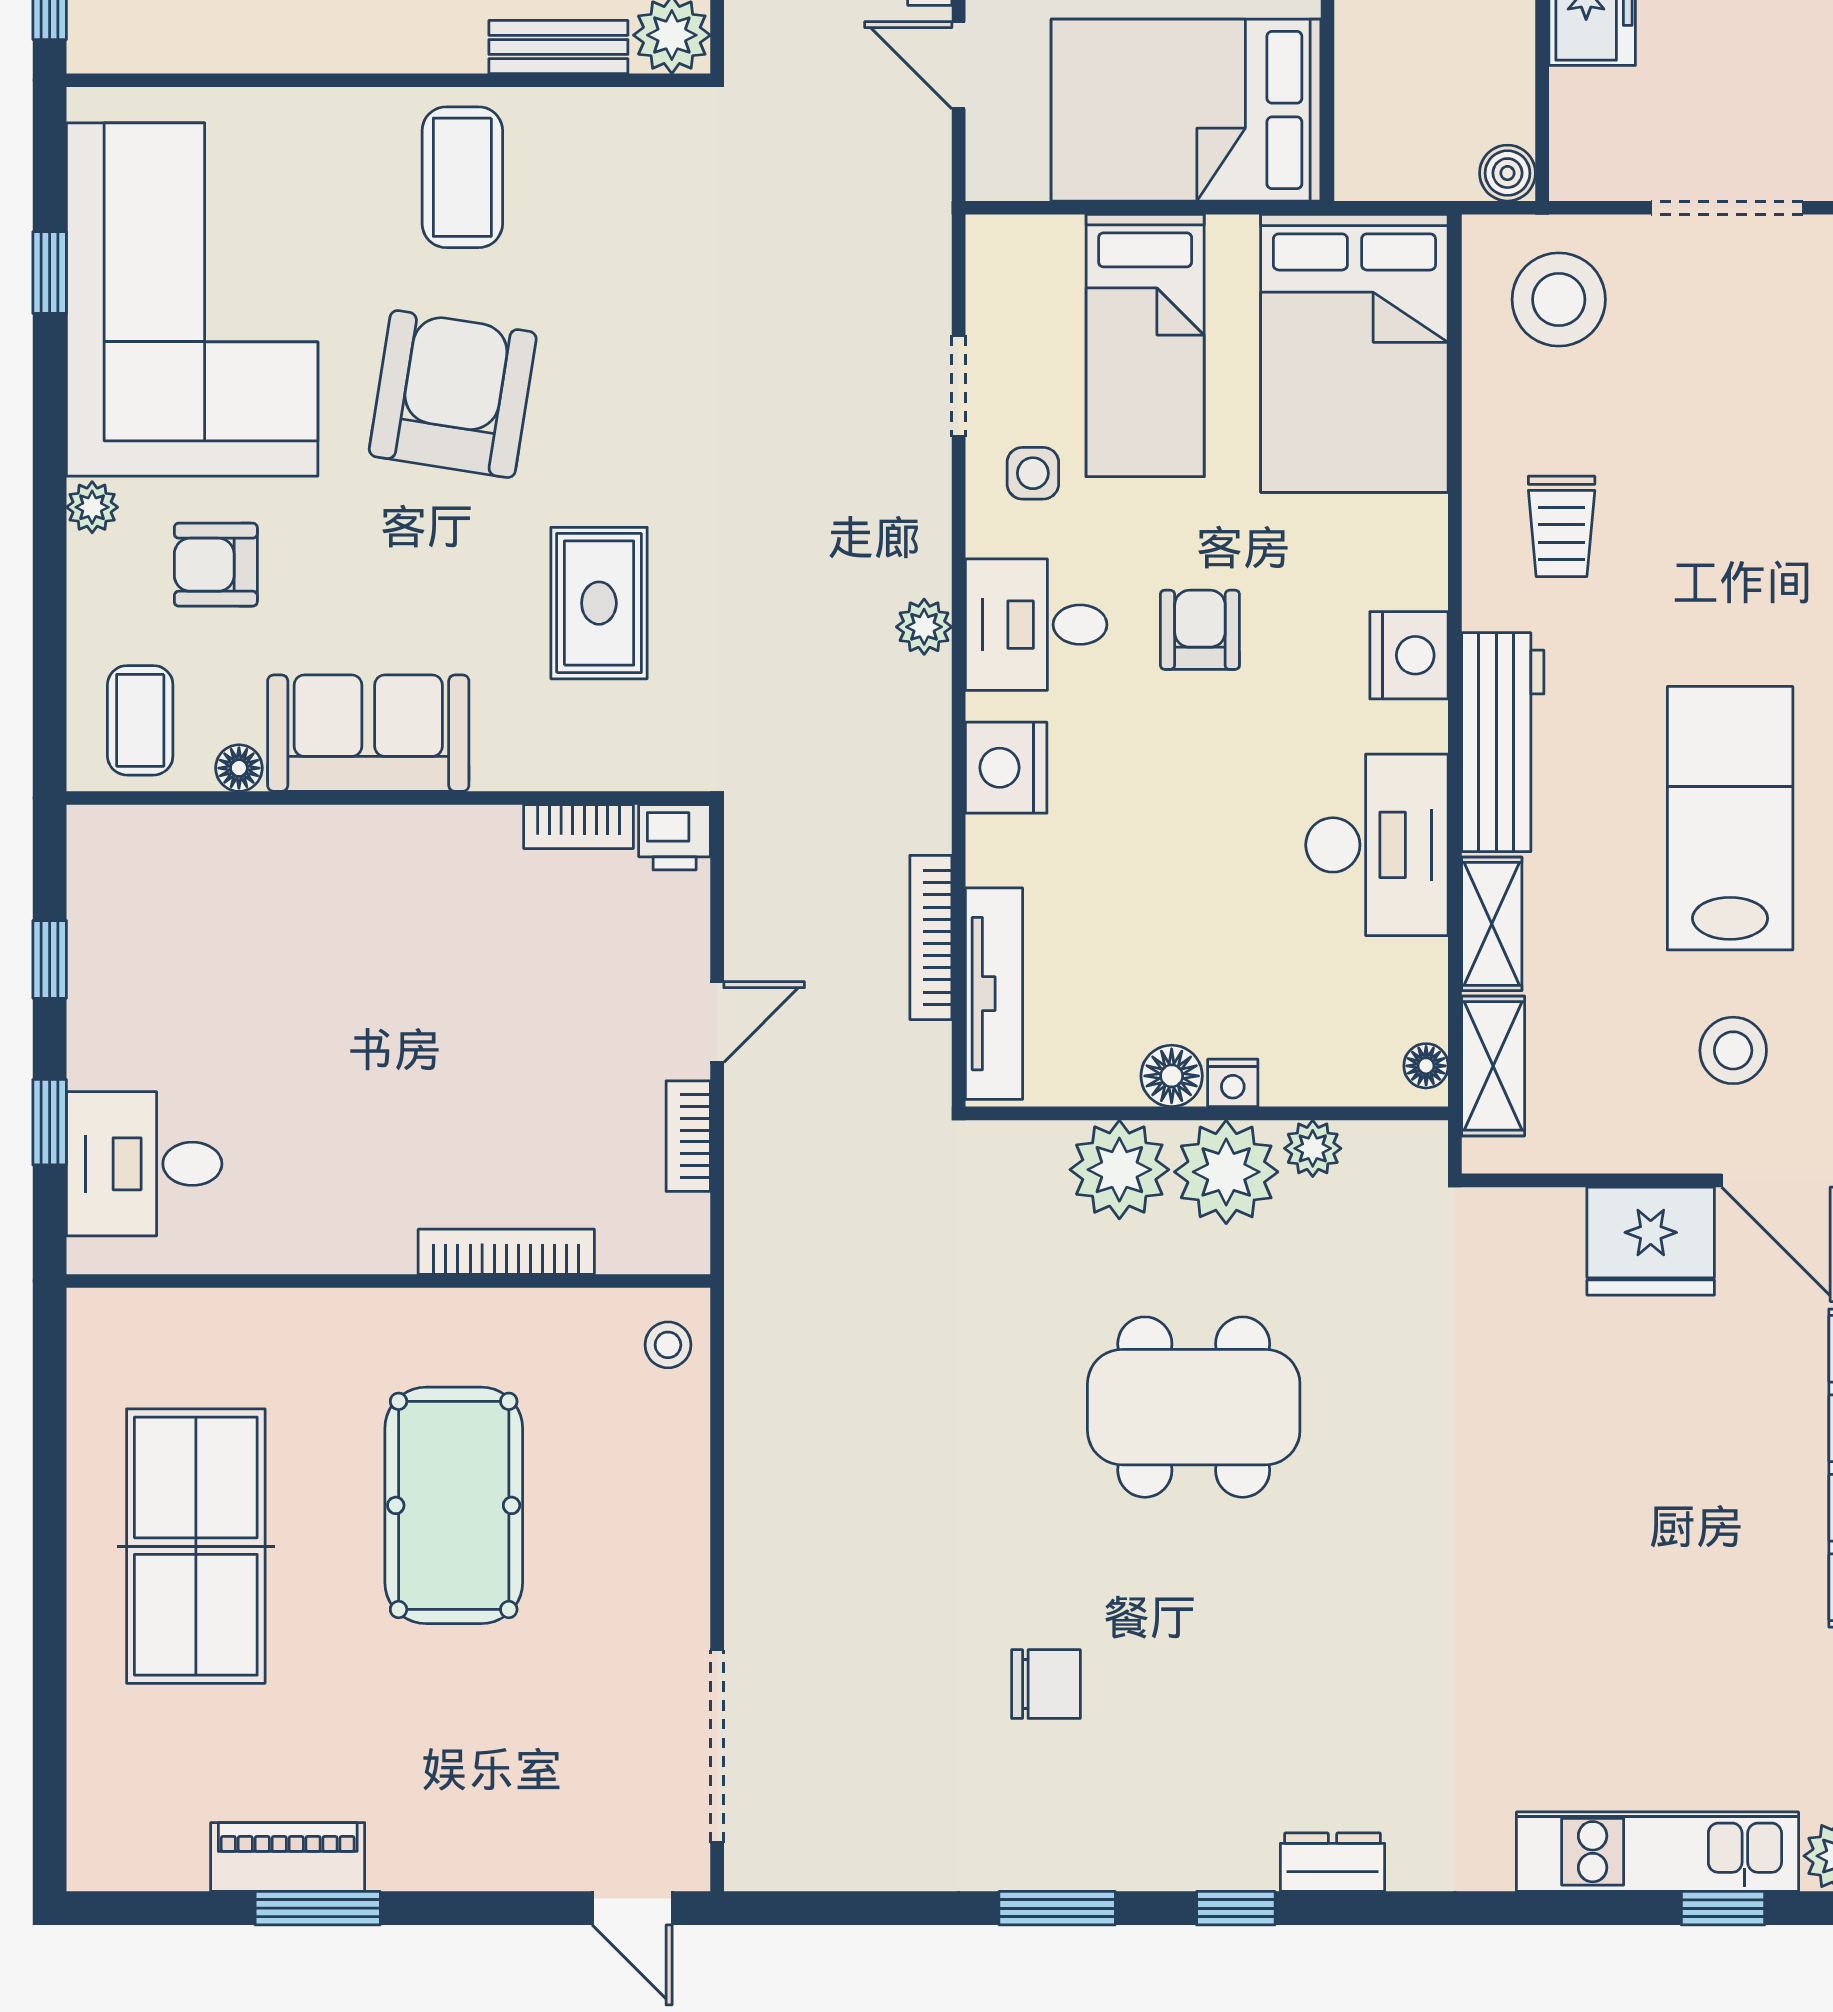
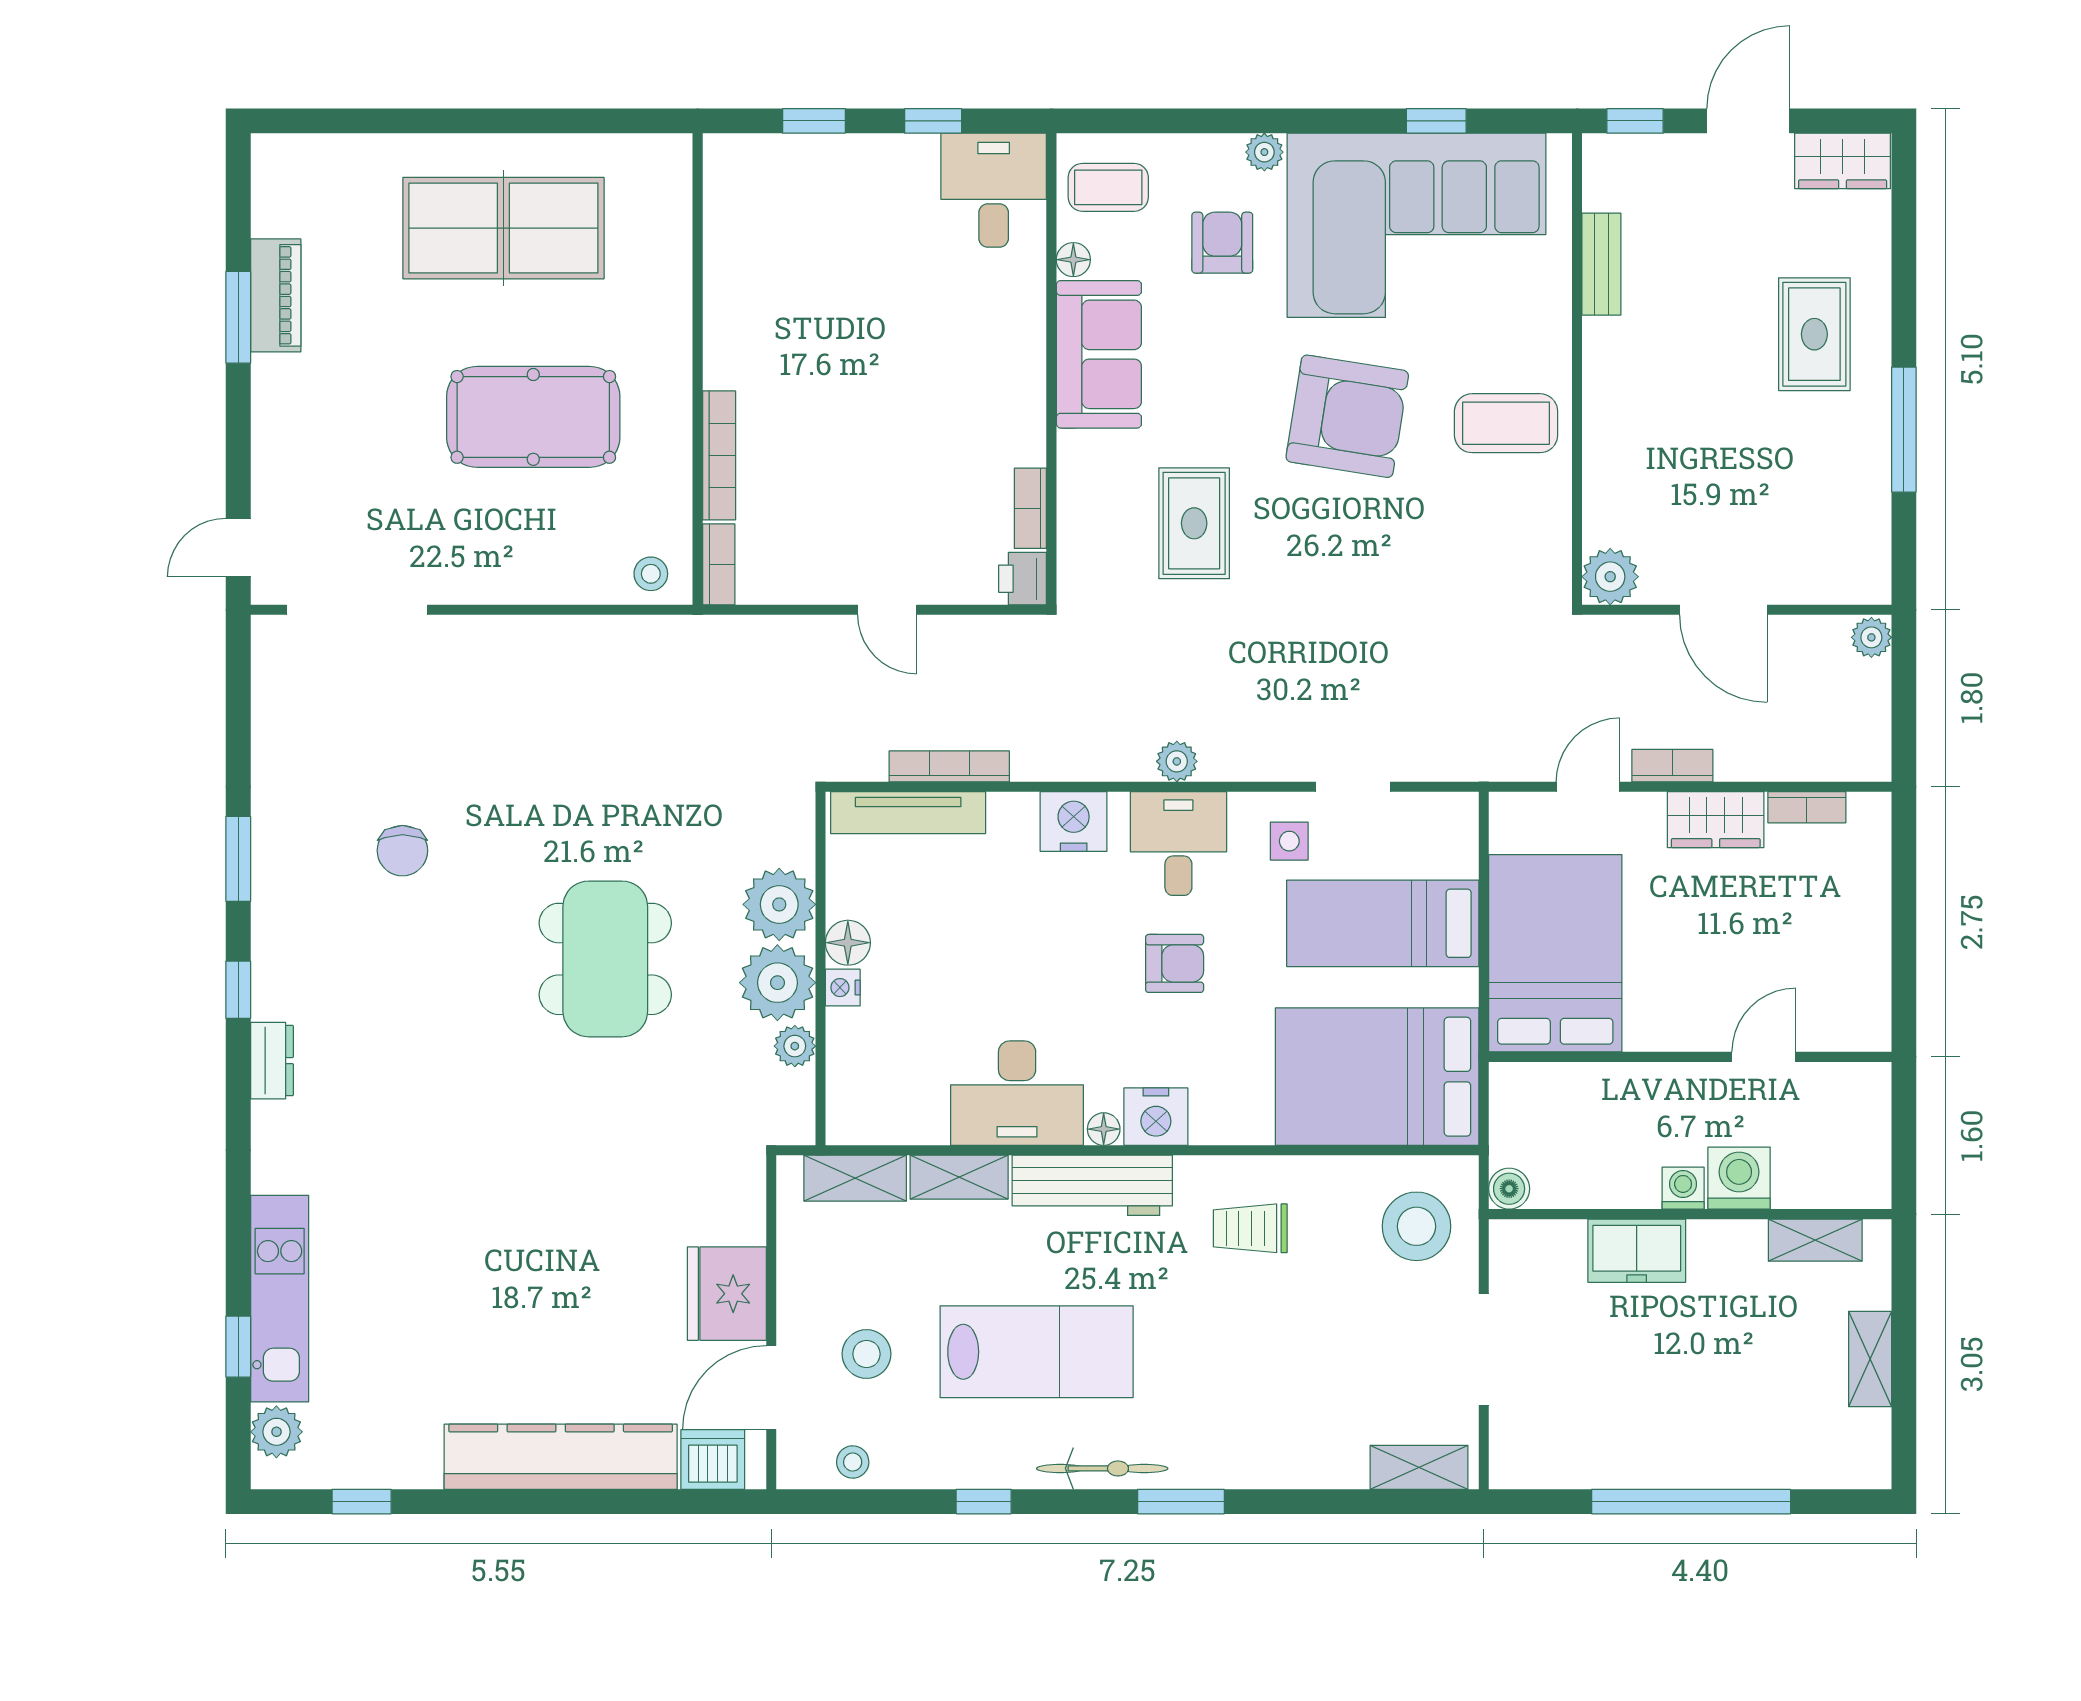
bench: (558, 47) -> (1601, 264), moved
rug: (599, 603) -> (1194, 523), turned 90
floor lamp: (1426, 1066) -> (1104, 1129), moved
bookcase: (688, 1136) -> (719, 564), moved, turned 90
desk: (144, 1164) -> (994, 190), moved

